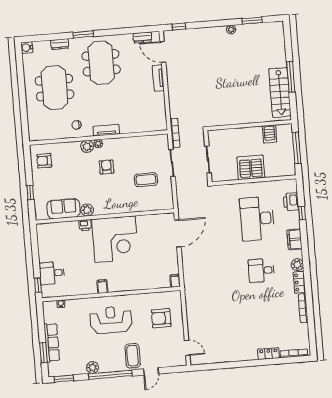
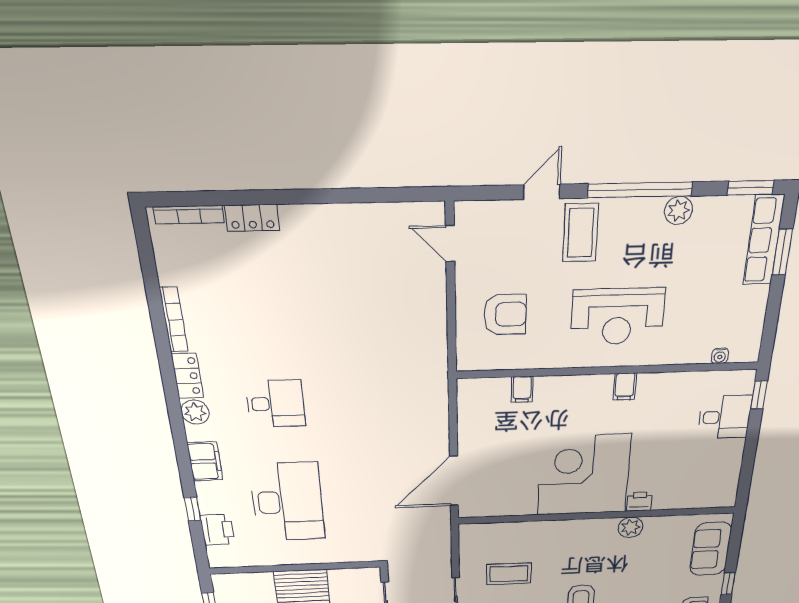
window: (30, 193) -> (728, 584), moved
sofa: (64, 209) -> (711, 549), moved, turned 90
filing cabinet: (175, 281) -> (522, 389), moved
row of seats: (52, 343) -> (764, 240), moved

